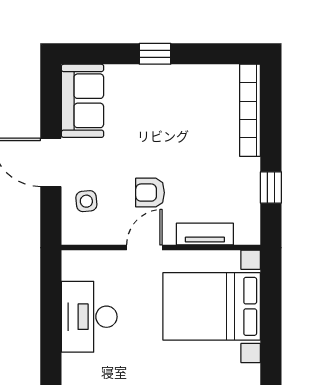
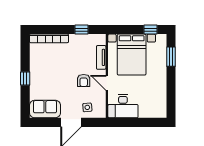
desk: (89, 317) -> (123, 106), moved
window: (271, 351) -> (150, 30), added

